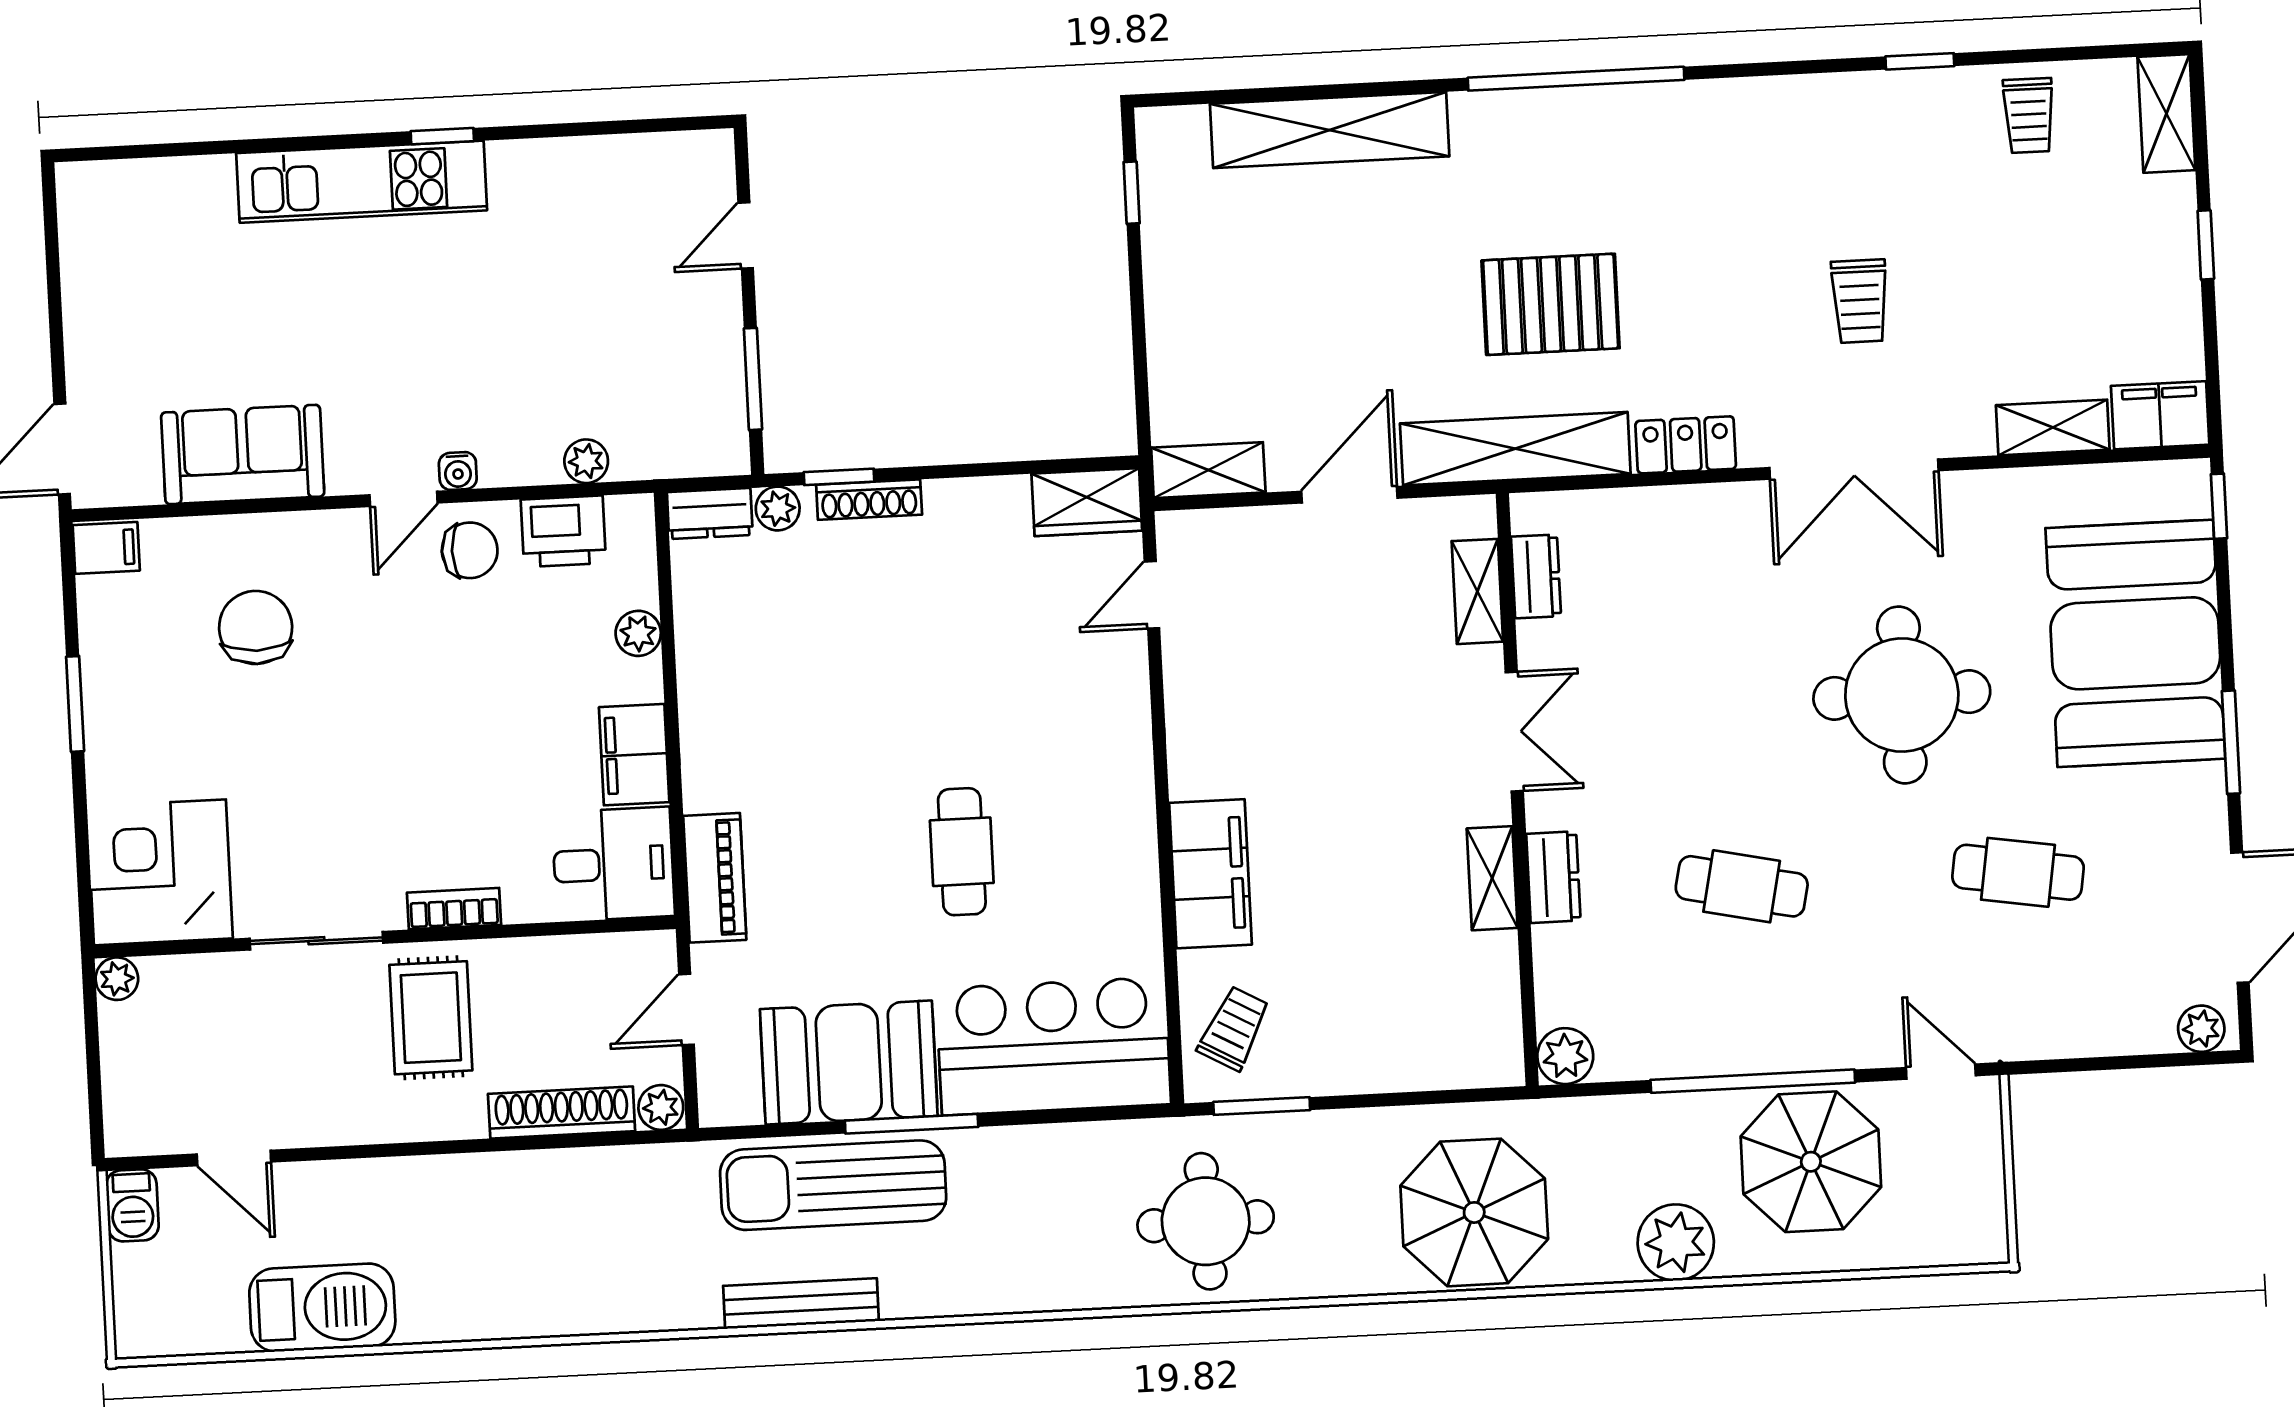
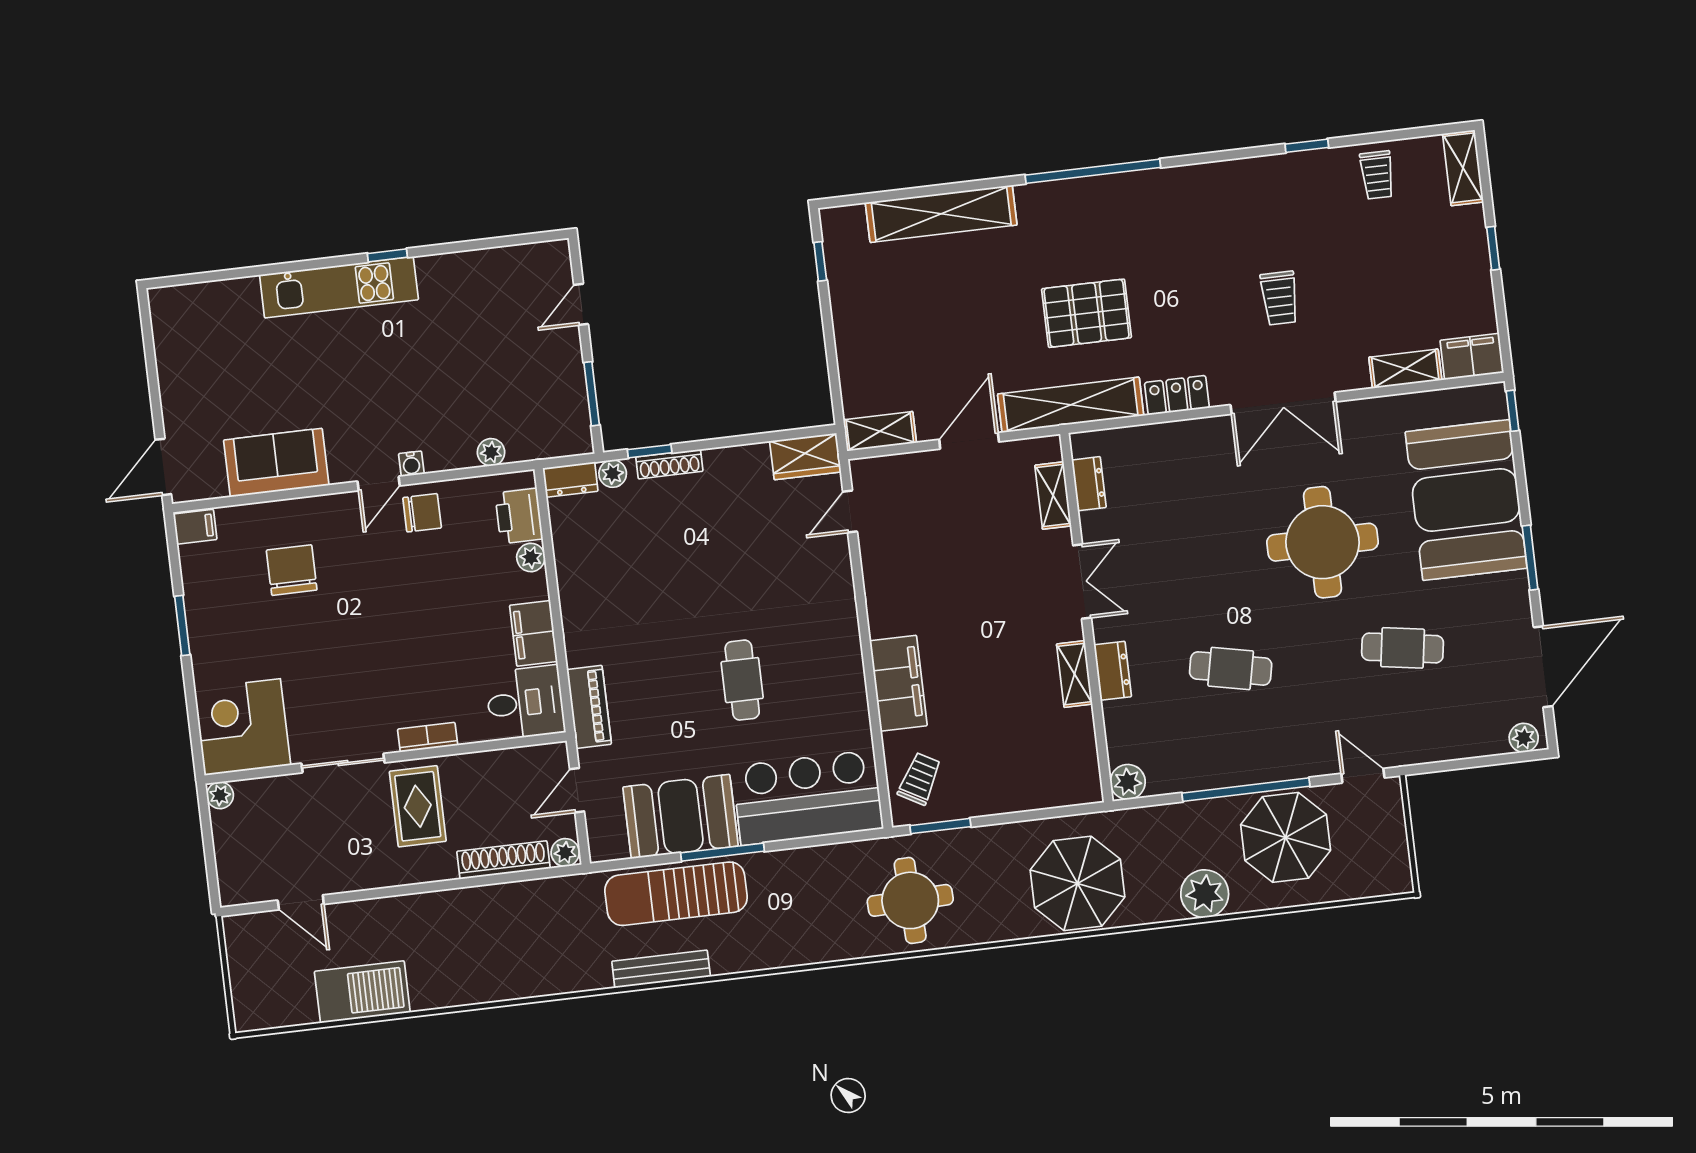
printer: (563, 531) -> (519, 516), moved, turned 90
barbecue: (132, 1205) -> (239, 936), removed

